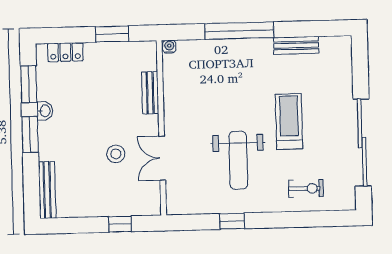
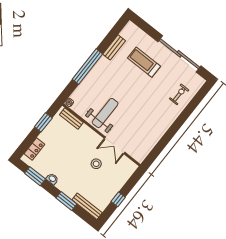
bench: (150, 93) -> (71, 119), moved
treadmill: (289, 121) -> (144, 62), moved
window: (30, 134) -> (66, 201), moved
weight bench: (238, 160) -> (105, 113), moved, turned -90
window: (232, 221) -> (167, 138), removed
window: (120, 224) -> (118, 199), moved

